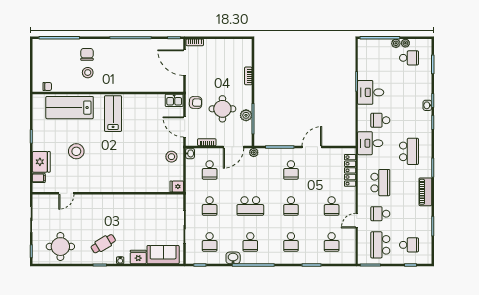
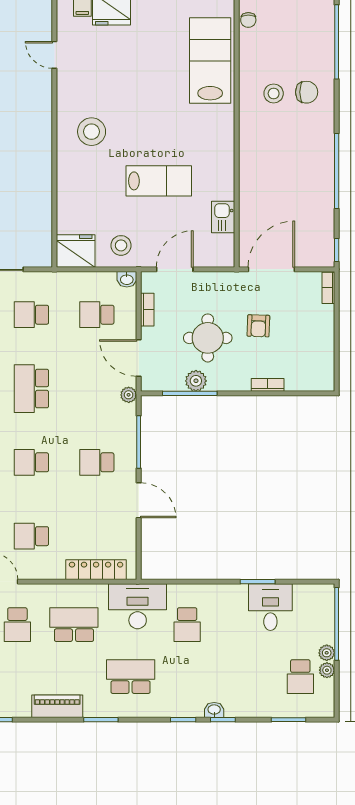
door: (185, 63) -> (271, 269), moved
desk: (371, 92) -> (270, 607), moved
kitchen sink: (174, 100) -> (223, 217), moved
armchair: (196, 103) -> (258, 326), moved
lab bench: (113, 114) -> (159, 181), moved
school desk: (380, 120) -> (187, 625), turned 180
desk: (370, 143) -> (138, 606), width x1.37
stool: (76, 151) -> (92, 132), moved
school desk: (409, 151) -> (131, 677), turned 180
school desk: (380, 183) -> (74, 625), turned 180
fridge: (177, 187) -> (76, 251), width x1.88, depth x1.34
school desk: (380, 214) -> (17, 625), turned 180

